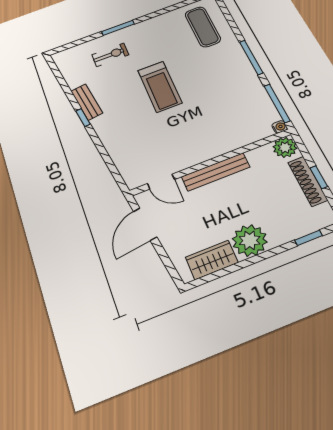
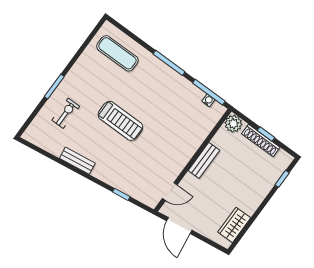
window: (83, 118) -> (121, 194), moved
water cooler: (280, 127) -> (208, 100), moved
bench: (216, 172) -> (204, 160), width x0.73
plant: (250, 240) -> (249, 200), removed

